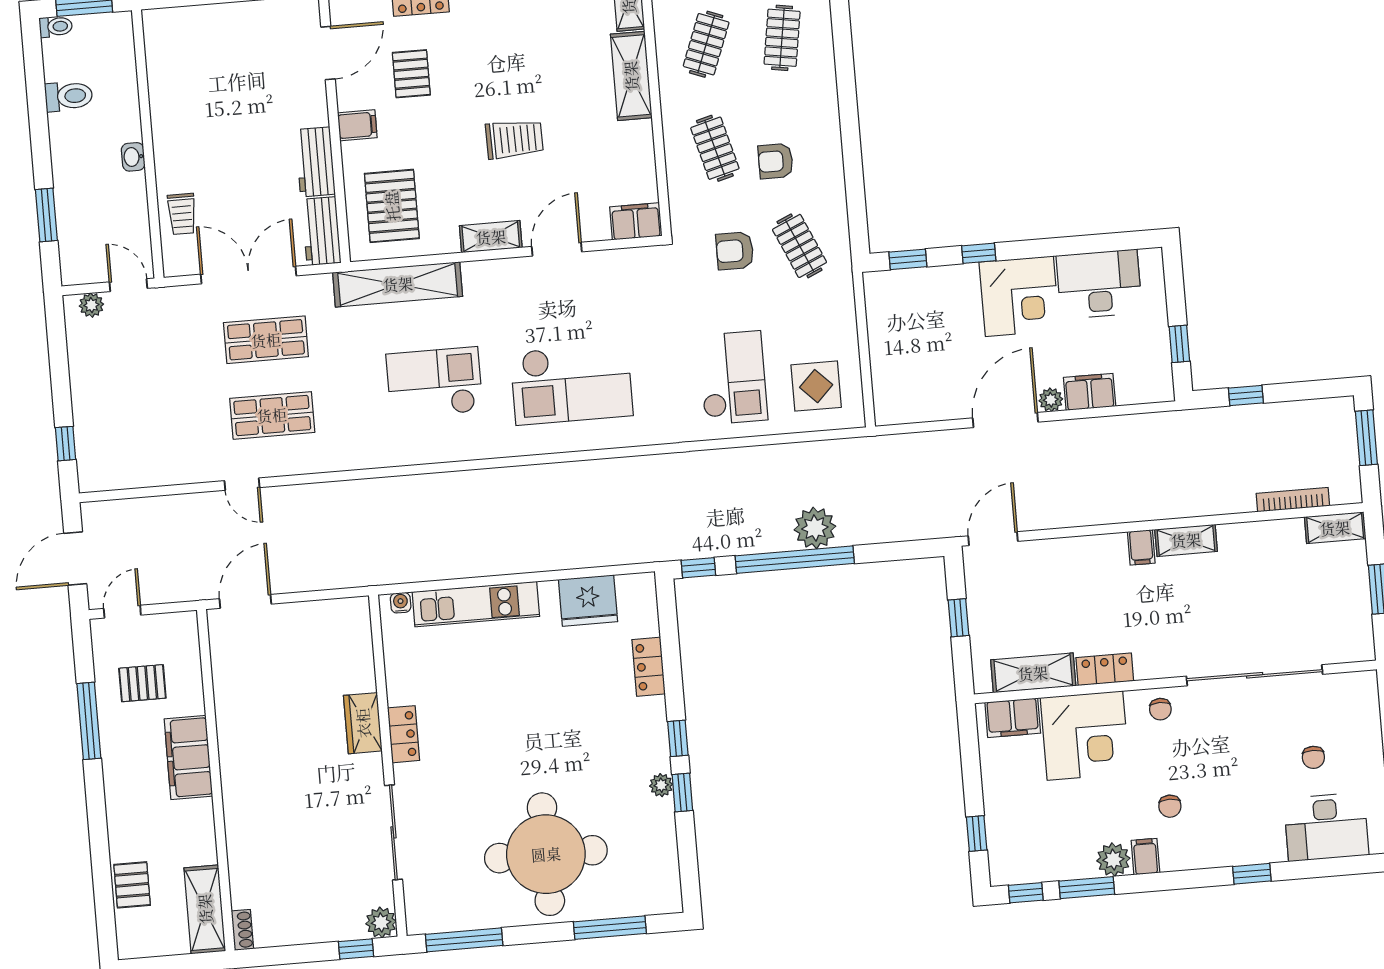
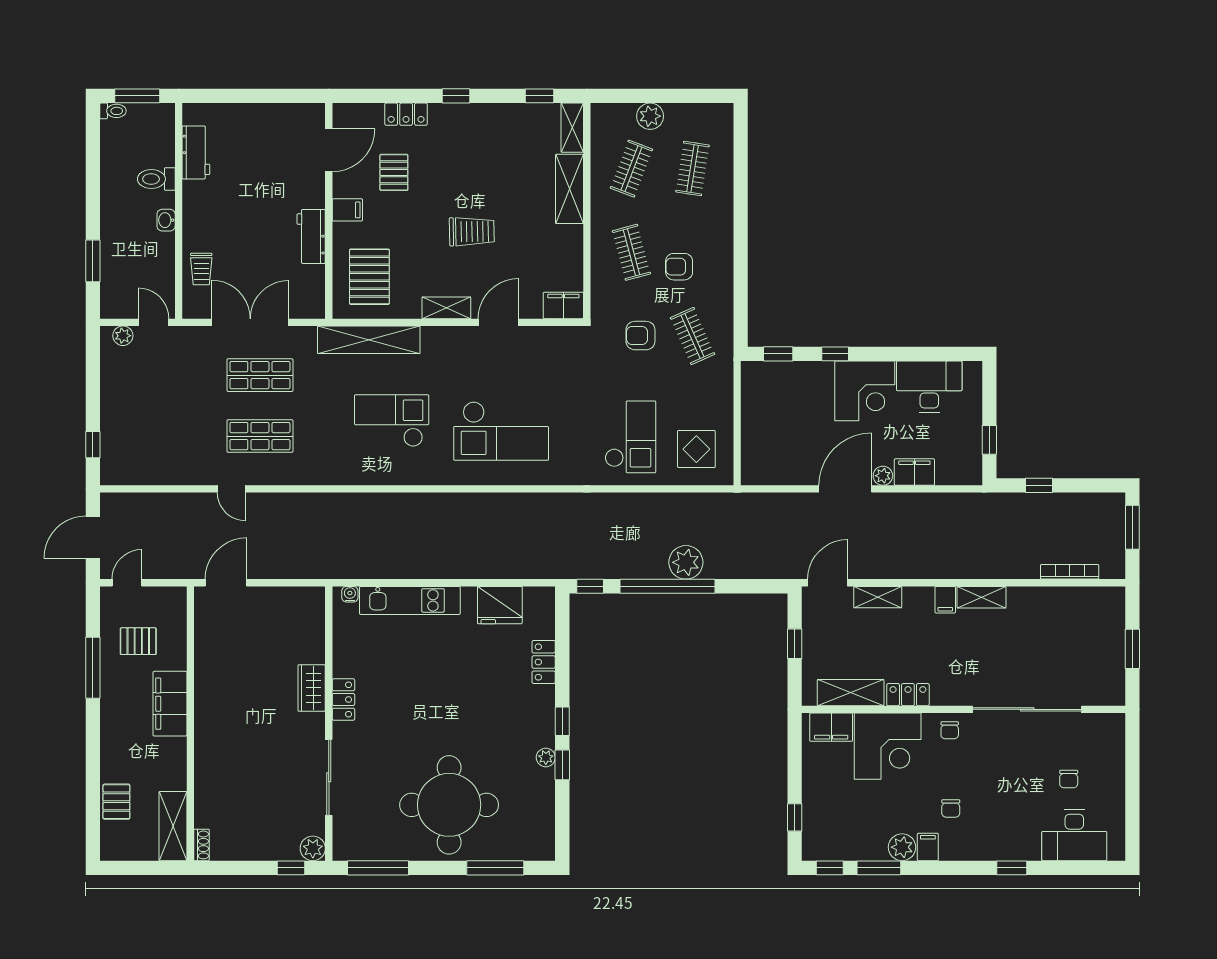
toilet: (69, 96) -> (156, 179), moved, turned 180
workbench: (321, 231) -> (196, 152), moved, turned 180
shelving: (1335, 528) -> (878, 597), moved

